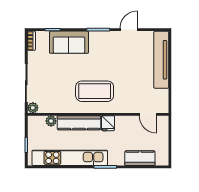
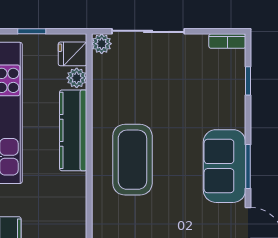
sofa: (69, 42) -> (224, 166), moved
fridge: (108, 123) -> (72, 54), moved

